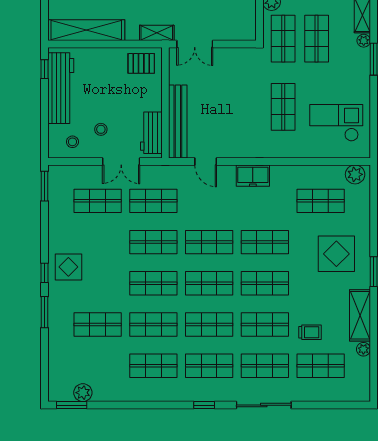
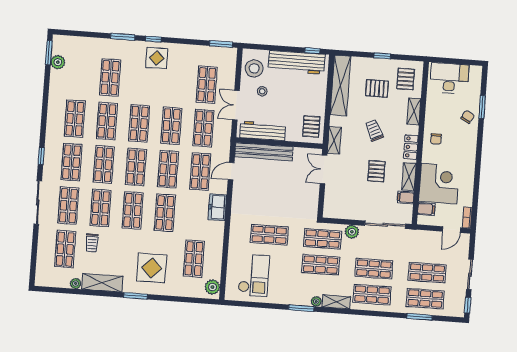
workbench: (151, 133) -> (263, 131), width x1.38
stool: (72, 142) -> (254, 68), width x1.89, depth x1.89
shop shelf: (209, 201) -> (200, 172), added

